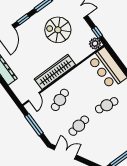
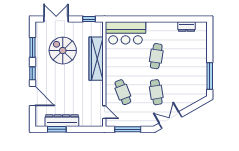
spiral stairs: (58, 30) -> (63, 51), turned 90
plant: (95, 43) -> (97, 28), removed
wardrobe: (55, 72) -> (96, 59), moved

